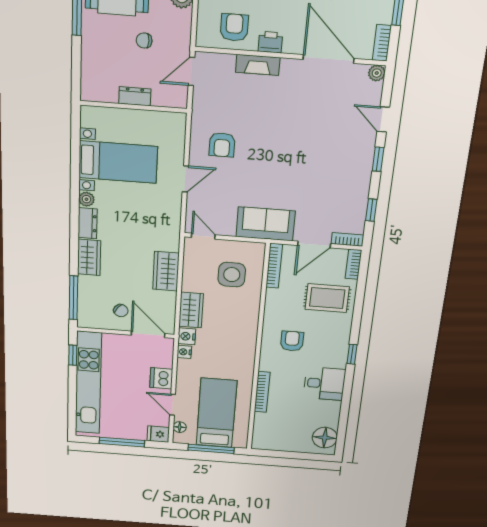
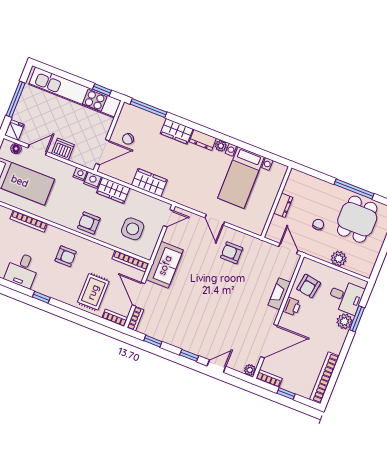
armchair: (234, 27) -> (309, 286), turned 99
armchair: (242, 326) -> (89, 223), added

